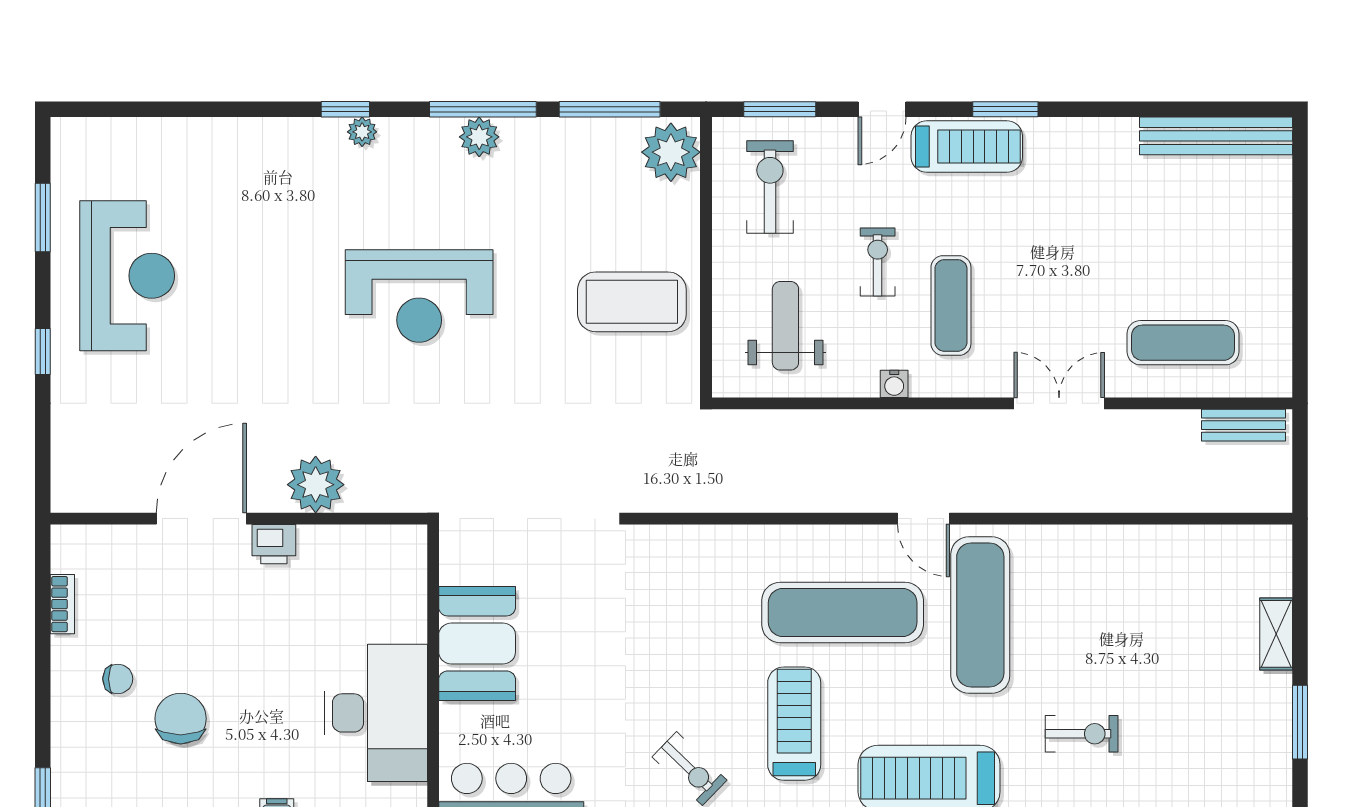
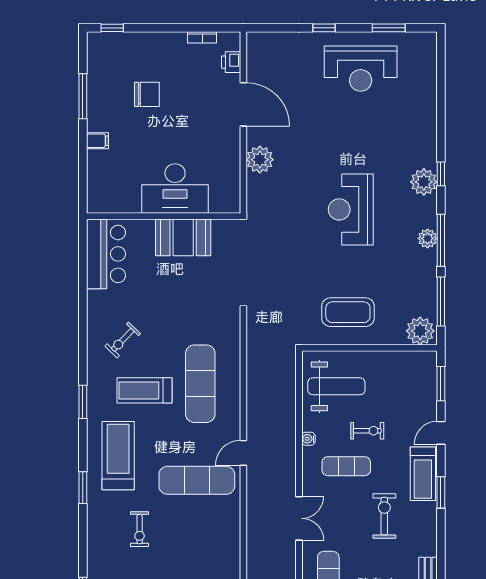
door: (882, 109) -> (441, 433), hinge flipped
plant: (362, 132) -> (424, 182), width x1.88, depth x1.88
exercise bike: (770, 187) -> (384, 516), moved, turned -90
coffee table: (632, 302) -> (348, 312), turned 90
weight bench: (785, 326) -> (336, 386), width x1.36, depth x1.33
printer: (274, 544) -> (231, 62), moved
exercise mat: (843, 613) -> (200, 384), moved
chair: (118, 679) -> (166, 64), removed
desk: (376, 713) -> (175, 189), moved
treadmill: (794, 724) -> (144, 390), turned 180

